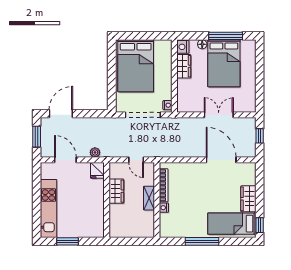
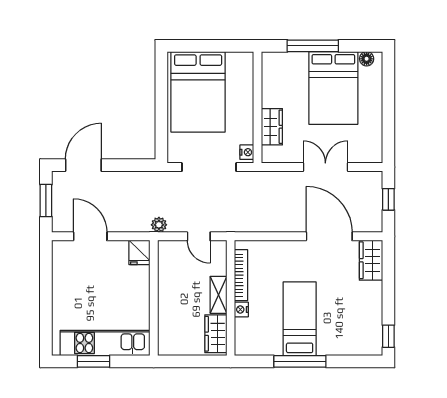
window: (226, 36) -> (313, 46), moved
floor lamp: (202, 44) -> (367, 59), moved
nightstand: (183, 47) -> (271, 63), removed
wardrobe: (184, 66) -> (272, 127), moved
plant: (95, 152) -> (159, 225), moved
wardrobe: (116, 191) -> (216, 334), moved, turned 180
wardrobe: (248, 199) -> (371, 260), moved
kitchen unit: (49, 208) -> (105, 343), moved, turned -90
bed: (232, 224) -> (300, 319), moved, turned 90

